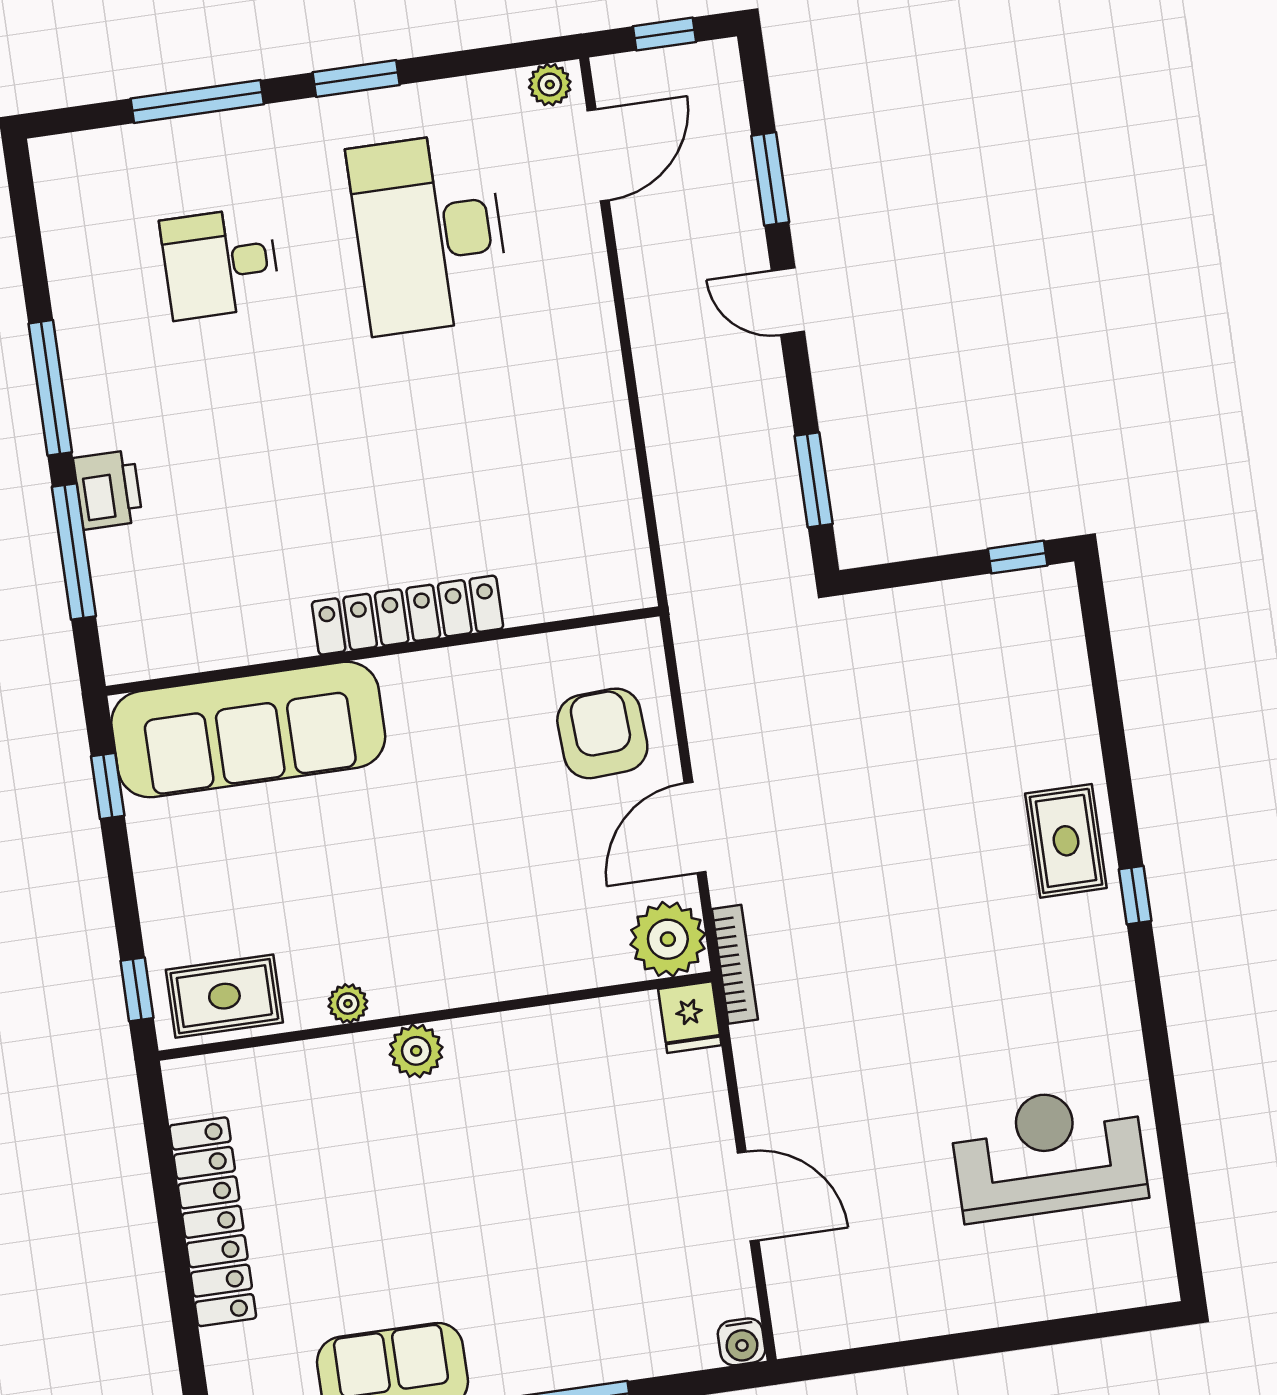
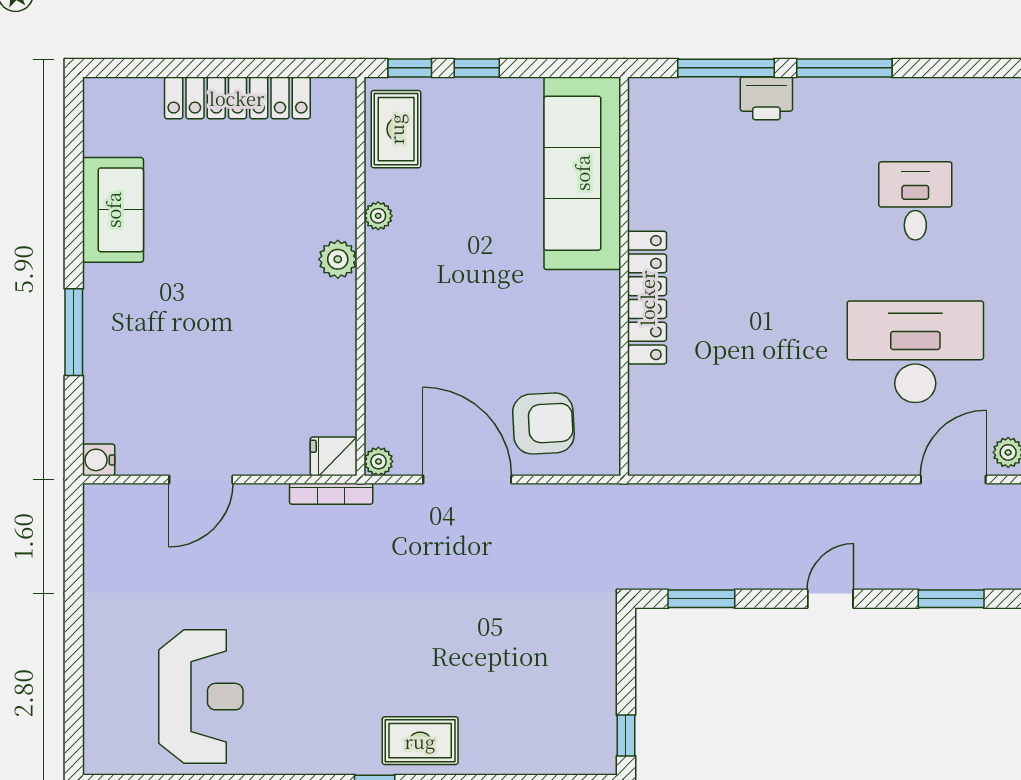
door: (598, 155) -> (953, 479), swing flipped
window: (770, 179) -> (951, 599), moved
window: (108, 786) -> (477, 68), moved
door: (695, 828) -> (467, 479), width x1.36
plant: (668, 939) -> (378, 461), width x0.53, depth x0.53
bookcase: (735, 964) -> (331, 494), moved

